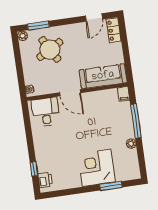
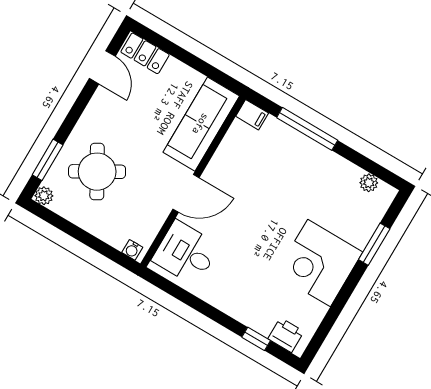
plant: (131, 144) -> (369, 183), moved
corner desk: (97, 168) -> (319, 263), moved

